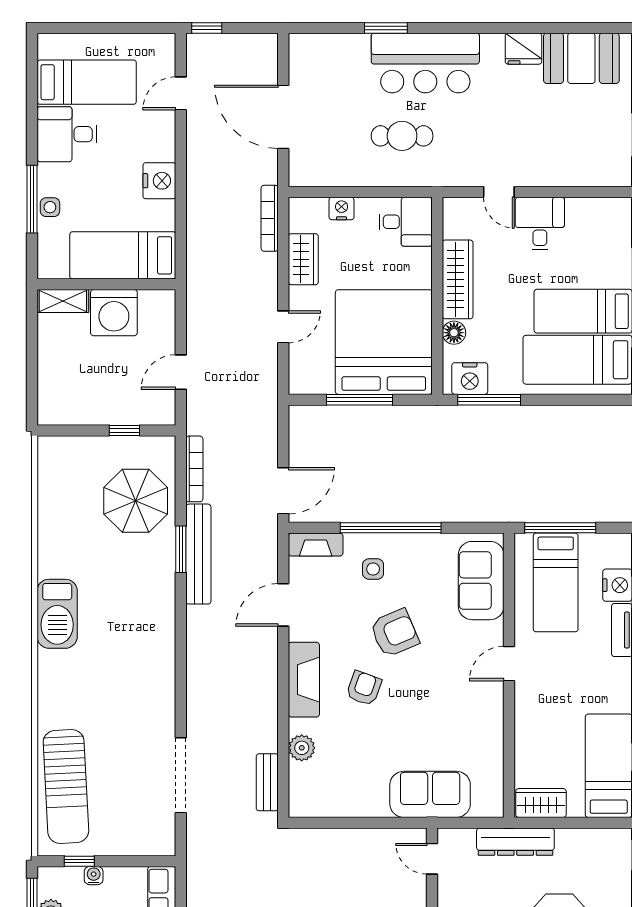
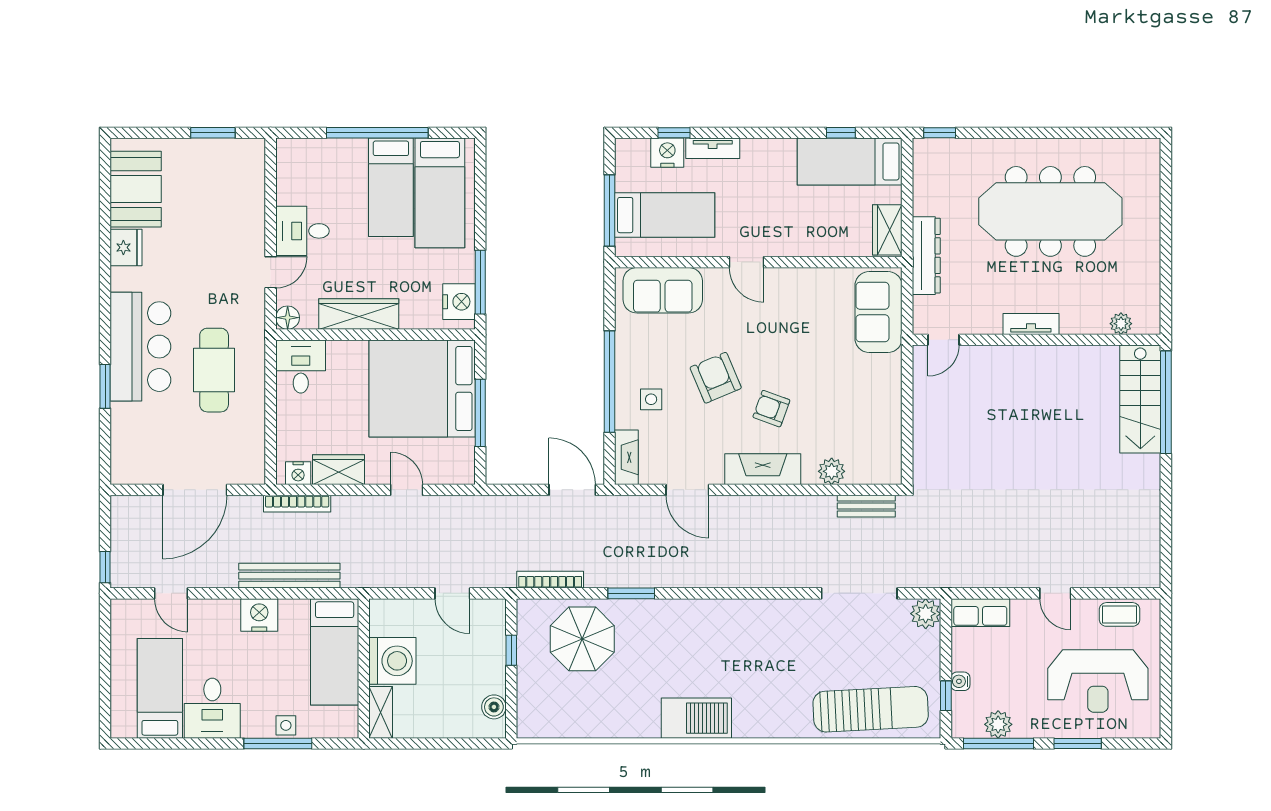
cafe table: (402, 136) -> (214, 370), width x1.37, depth x1.35
nightstand: (342, 208) -> (298, 473), moved, turned -90
floor lamp: (454, 333) -> (288, 318), moved
boiler: (68, 413) -> (494, 707), added
bench: (198, 554) -> (289, 576), moved
sofa: (430, 794) -> (879, 312), moved
plant: (161, 841) -> (926, 614), added

